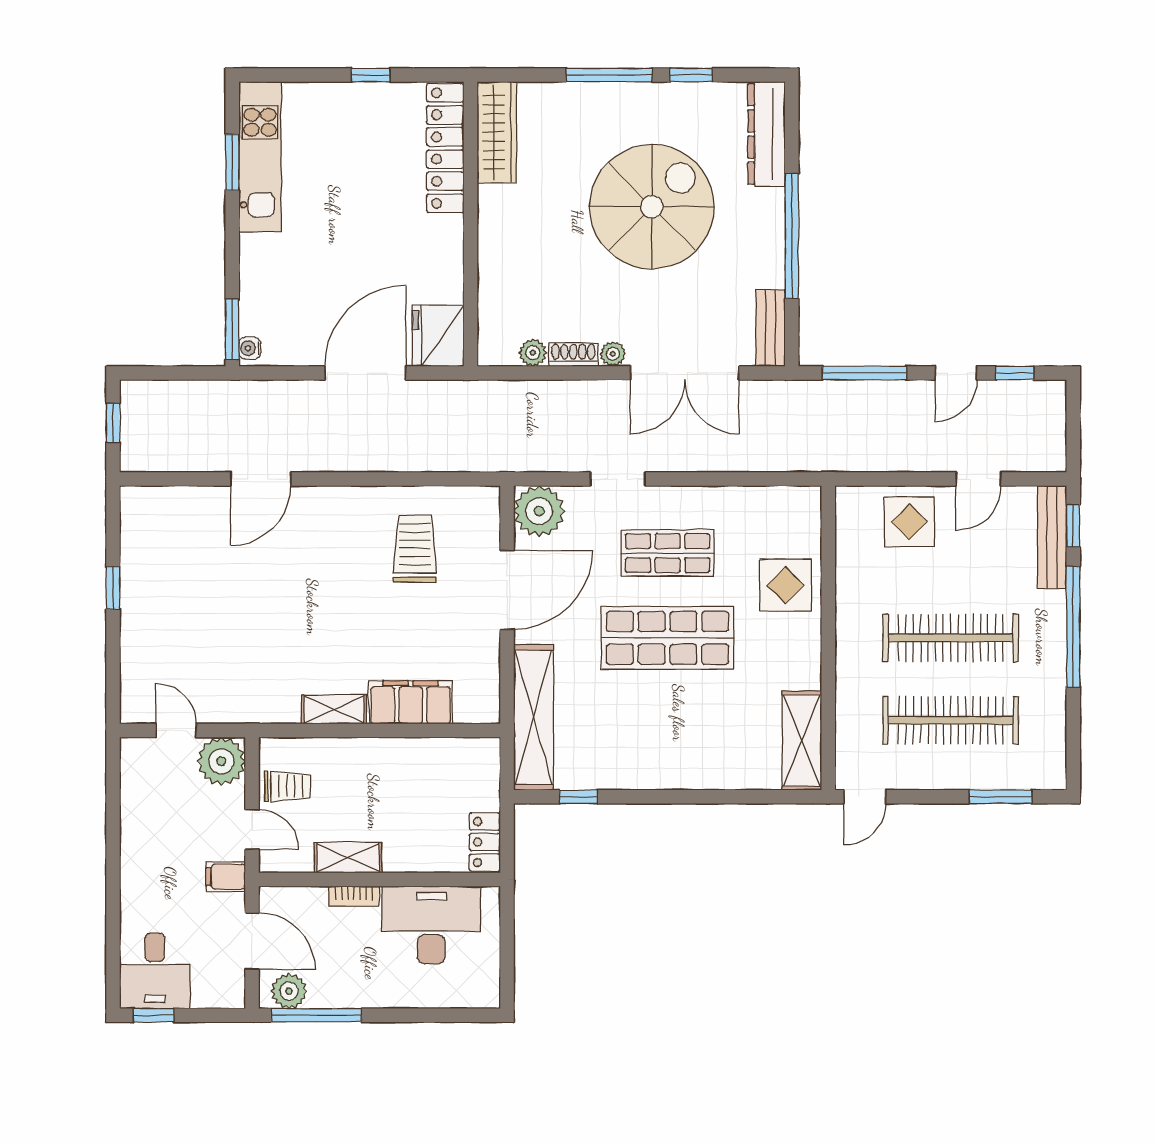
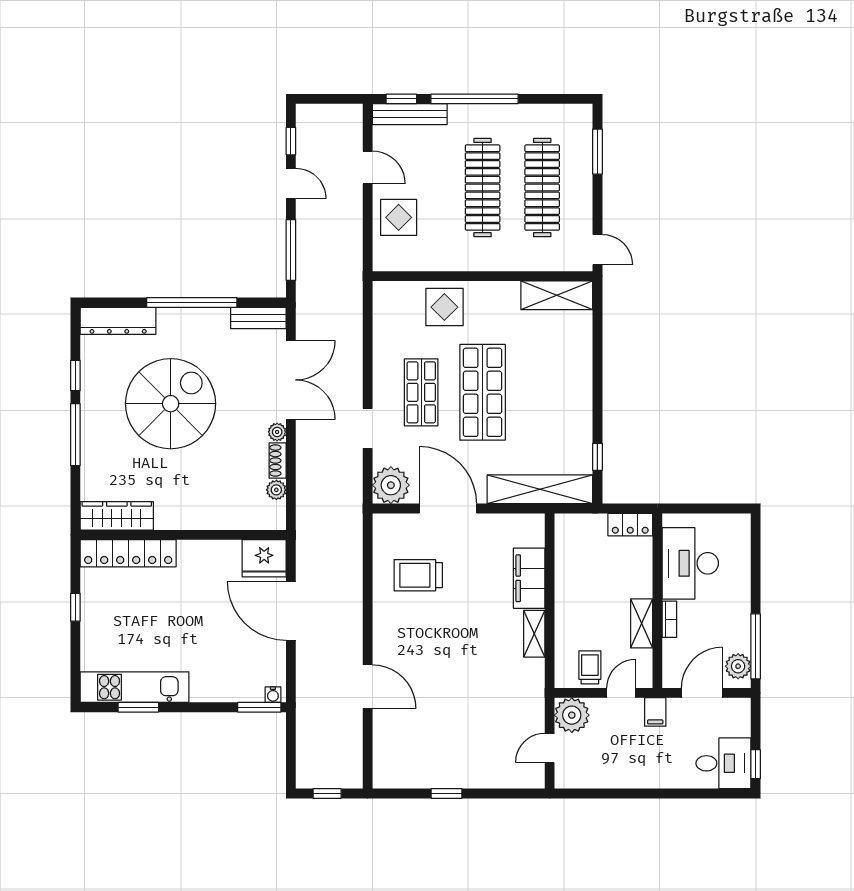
spiral stairs: (652, 207) -> (171, 404), turned 90

